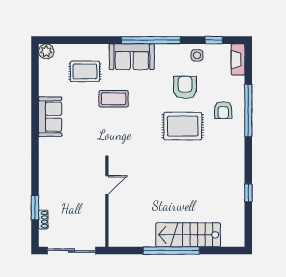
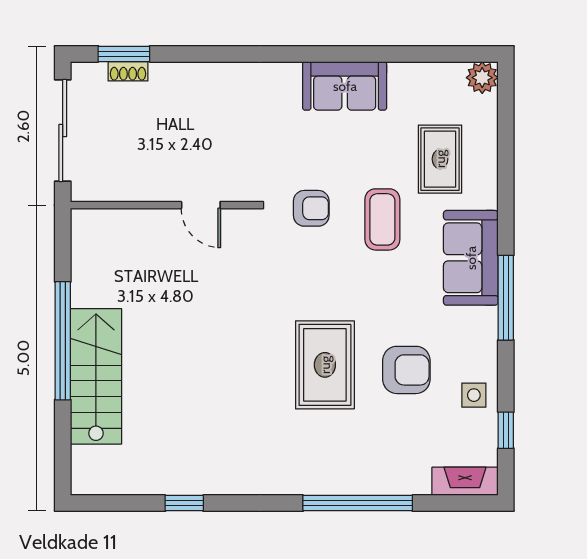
window: (151, 40) -> (506, 298), width x0.68
armchair: (223, 110) -> (311, 208), moved, turned 180
window: (35, 208) -> (124, 54), moved

